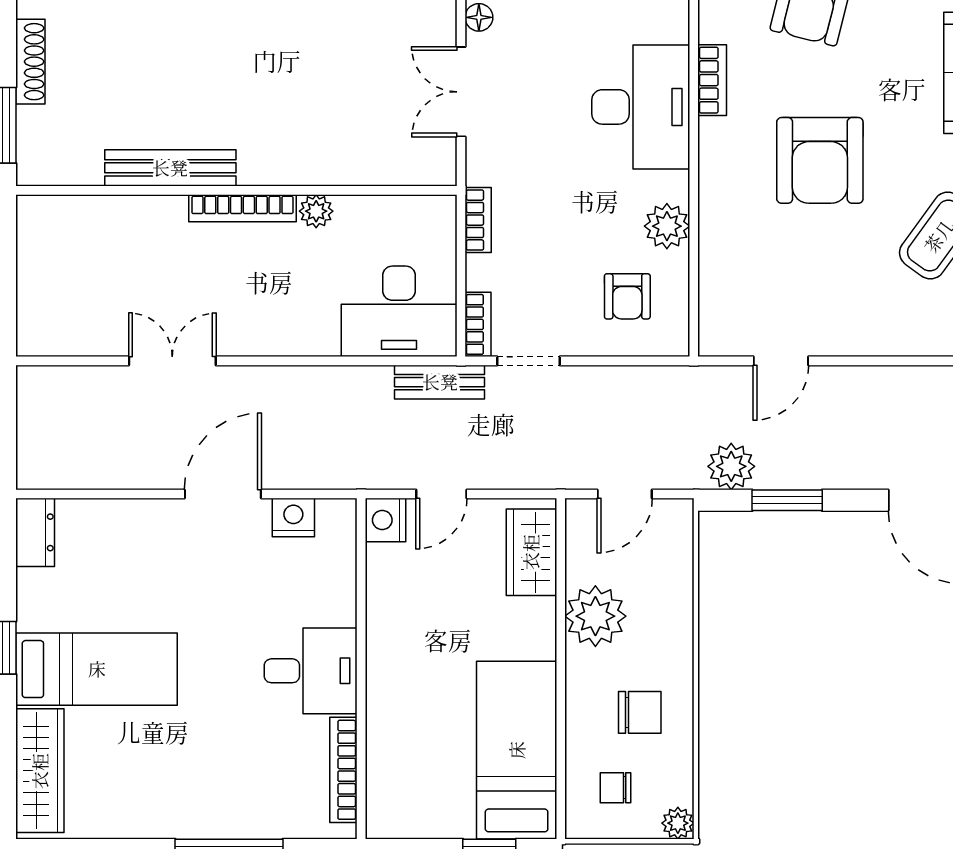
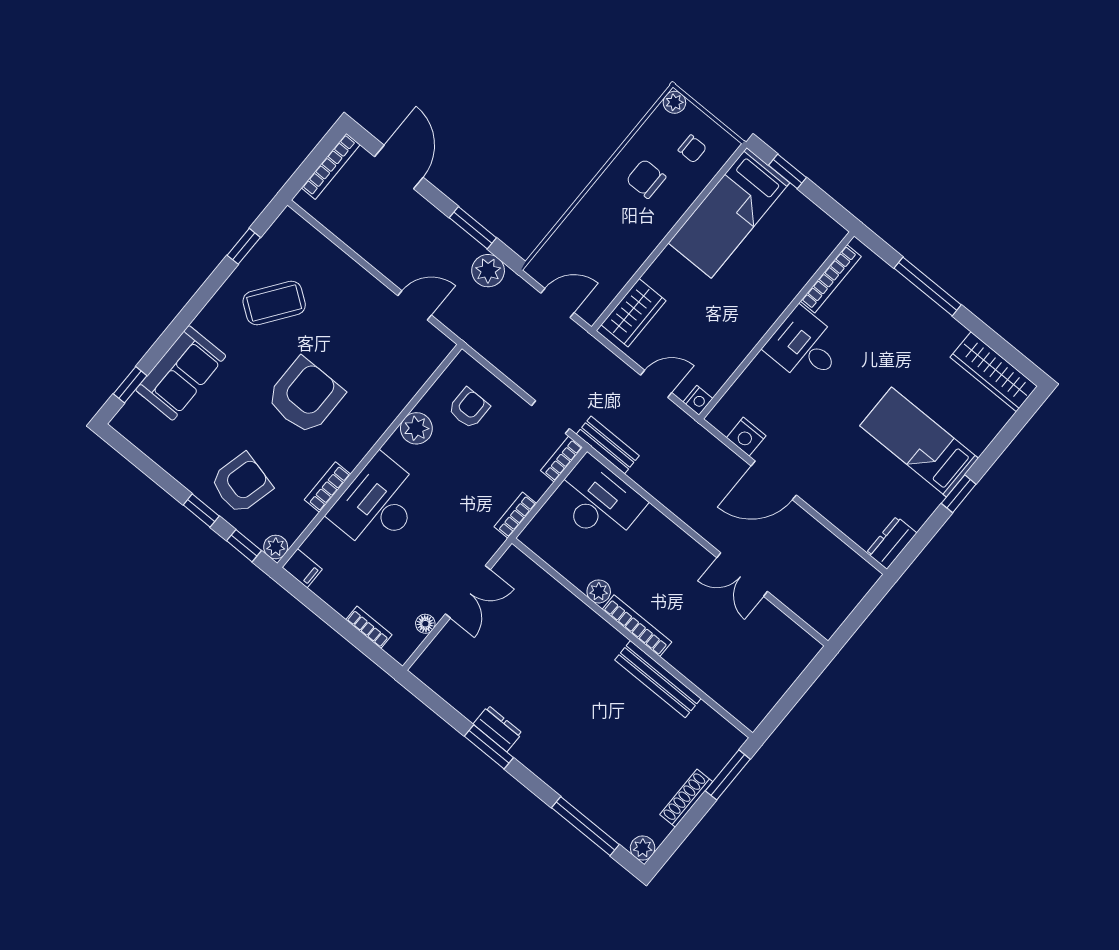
nightstand: (385, 520) -> (698, 400), width x0.72, depth x0.74
plant: (595, 616) -> (627, 250), removed
wardrobe: (40, 771) -> (994, 372), moved, turned -90

